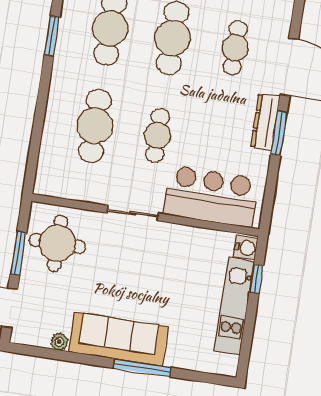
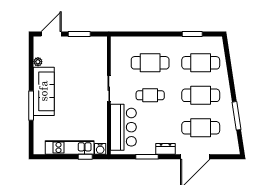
cafe table: (235, 48) -> (201, 128), width x1.37, depth x1.35
dresser: (265, 122) -> (165, 149), width x0.70
window: (279, 133) -> (147, 157), moved
round table: (57, 243) -> (88, 53), removed

